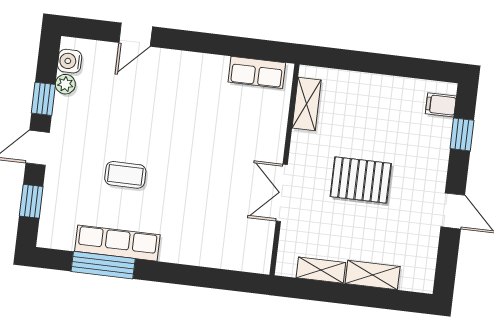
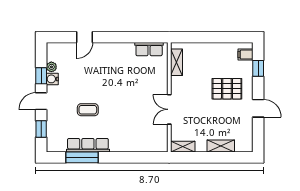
water cooler: (70, 61) -> (52, 79), moved
pallet: (361, 180) -> (227, 89), moved
shelving: (321, 270) -> (183, 147), moved

